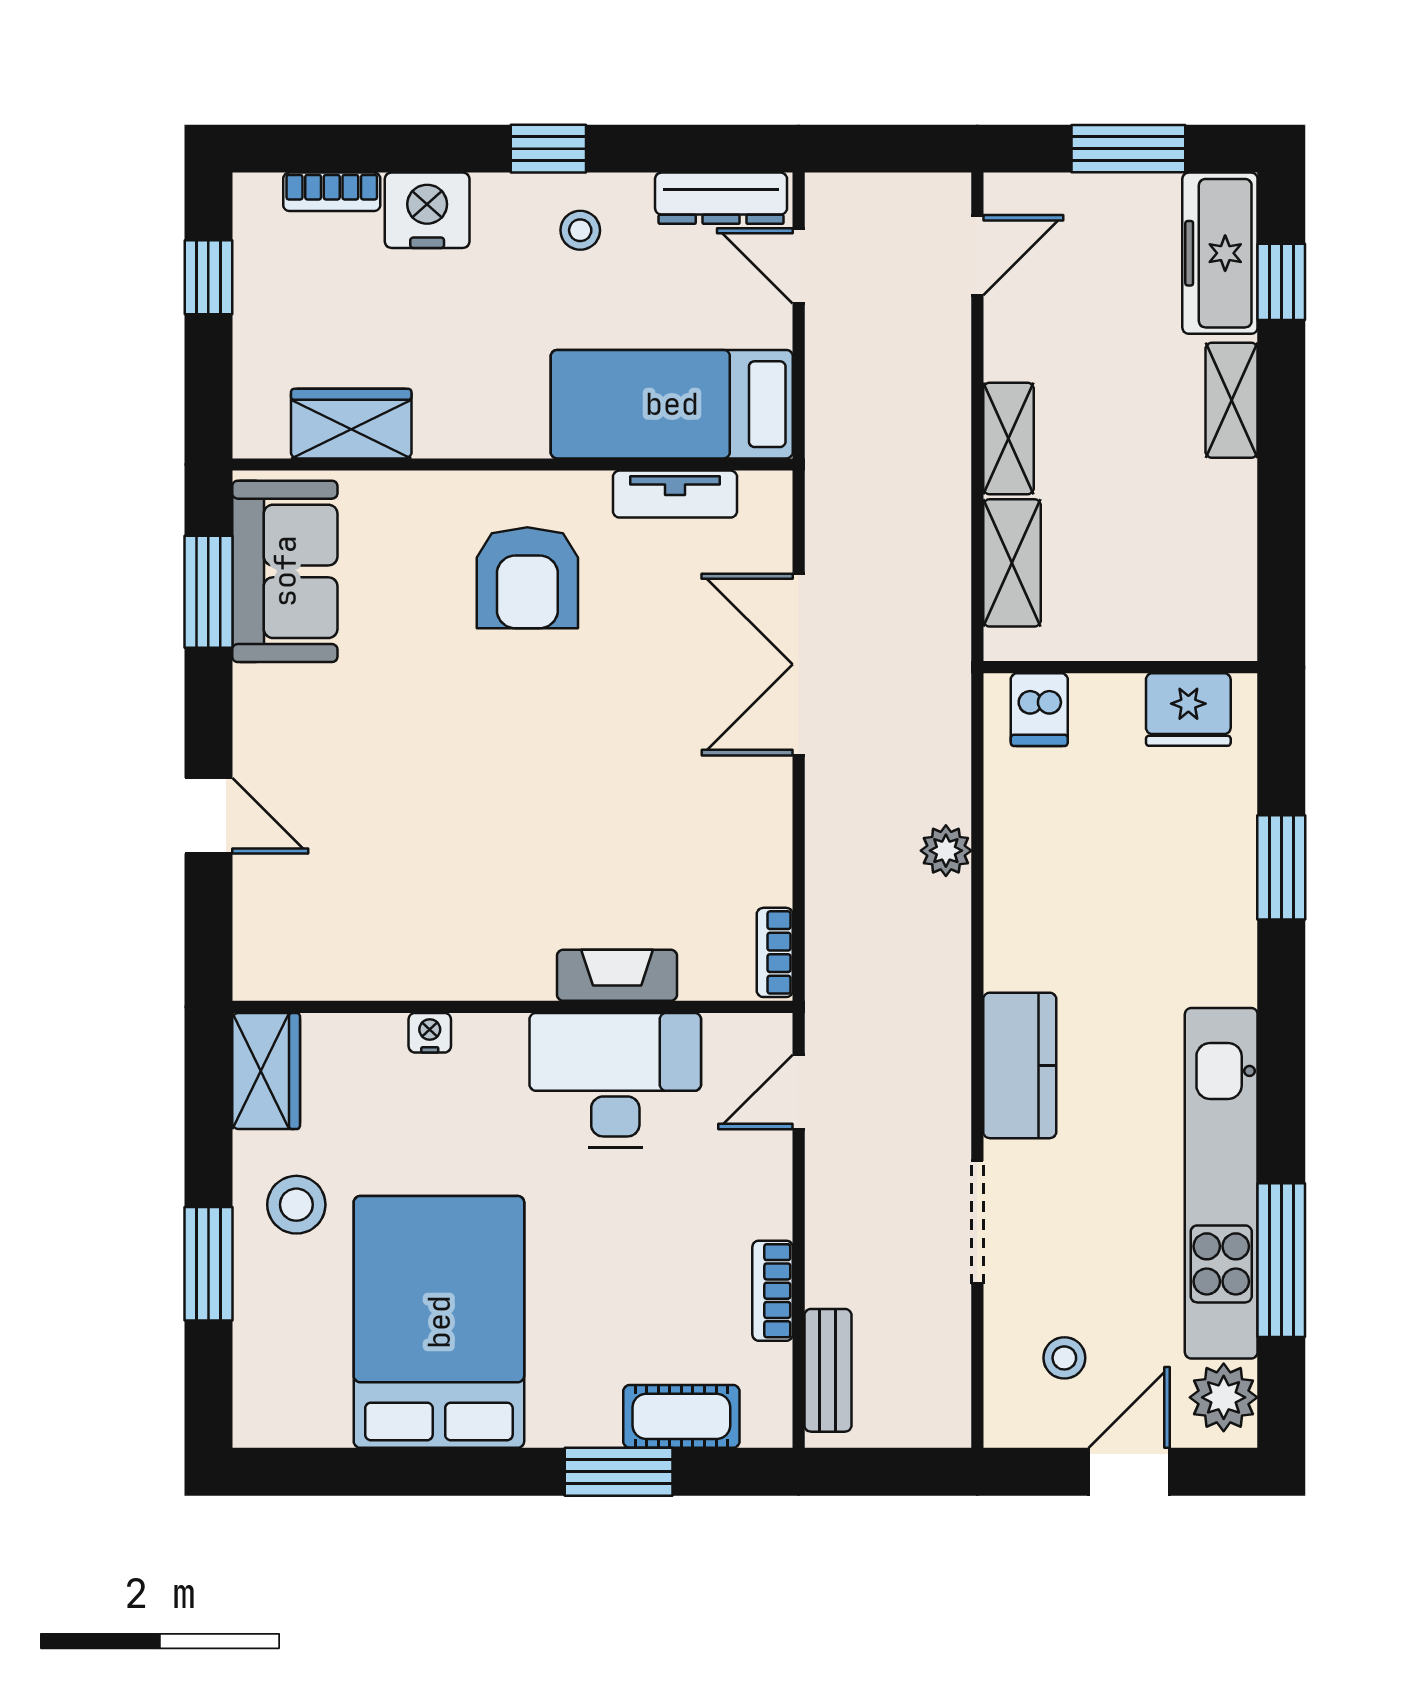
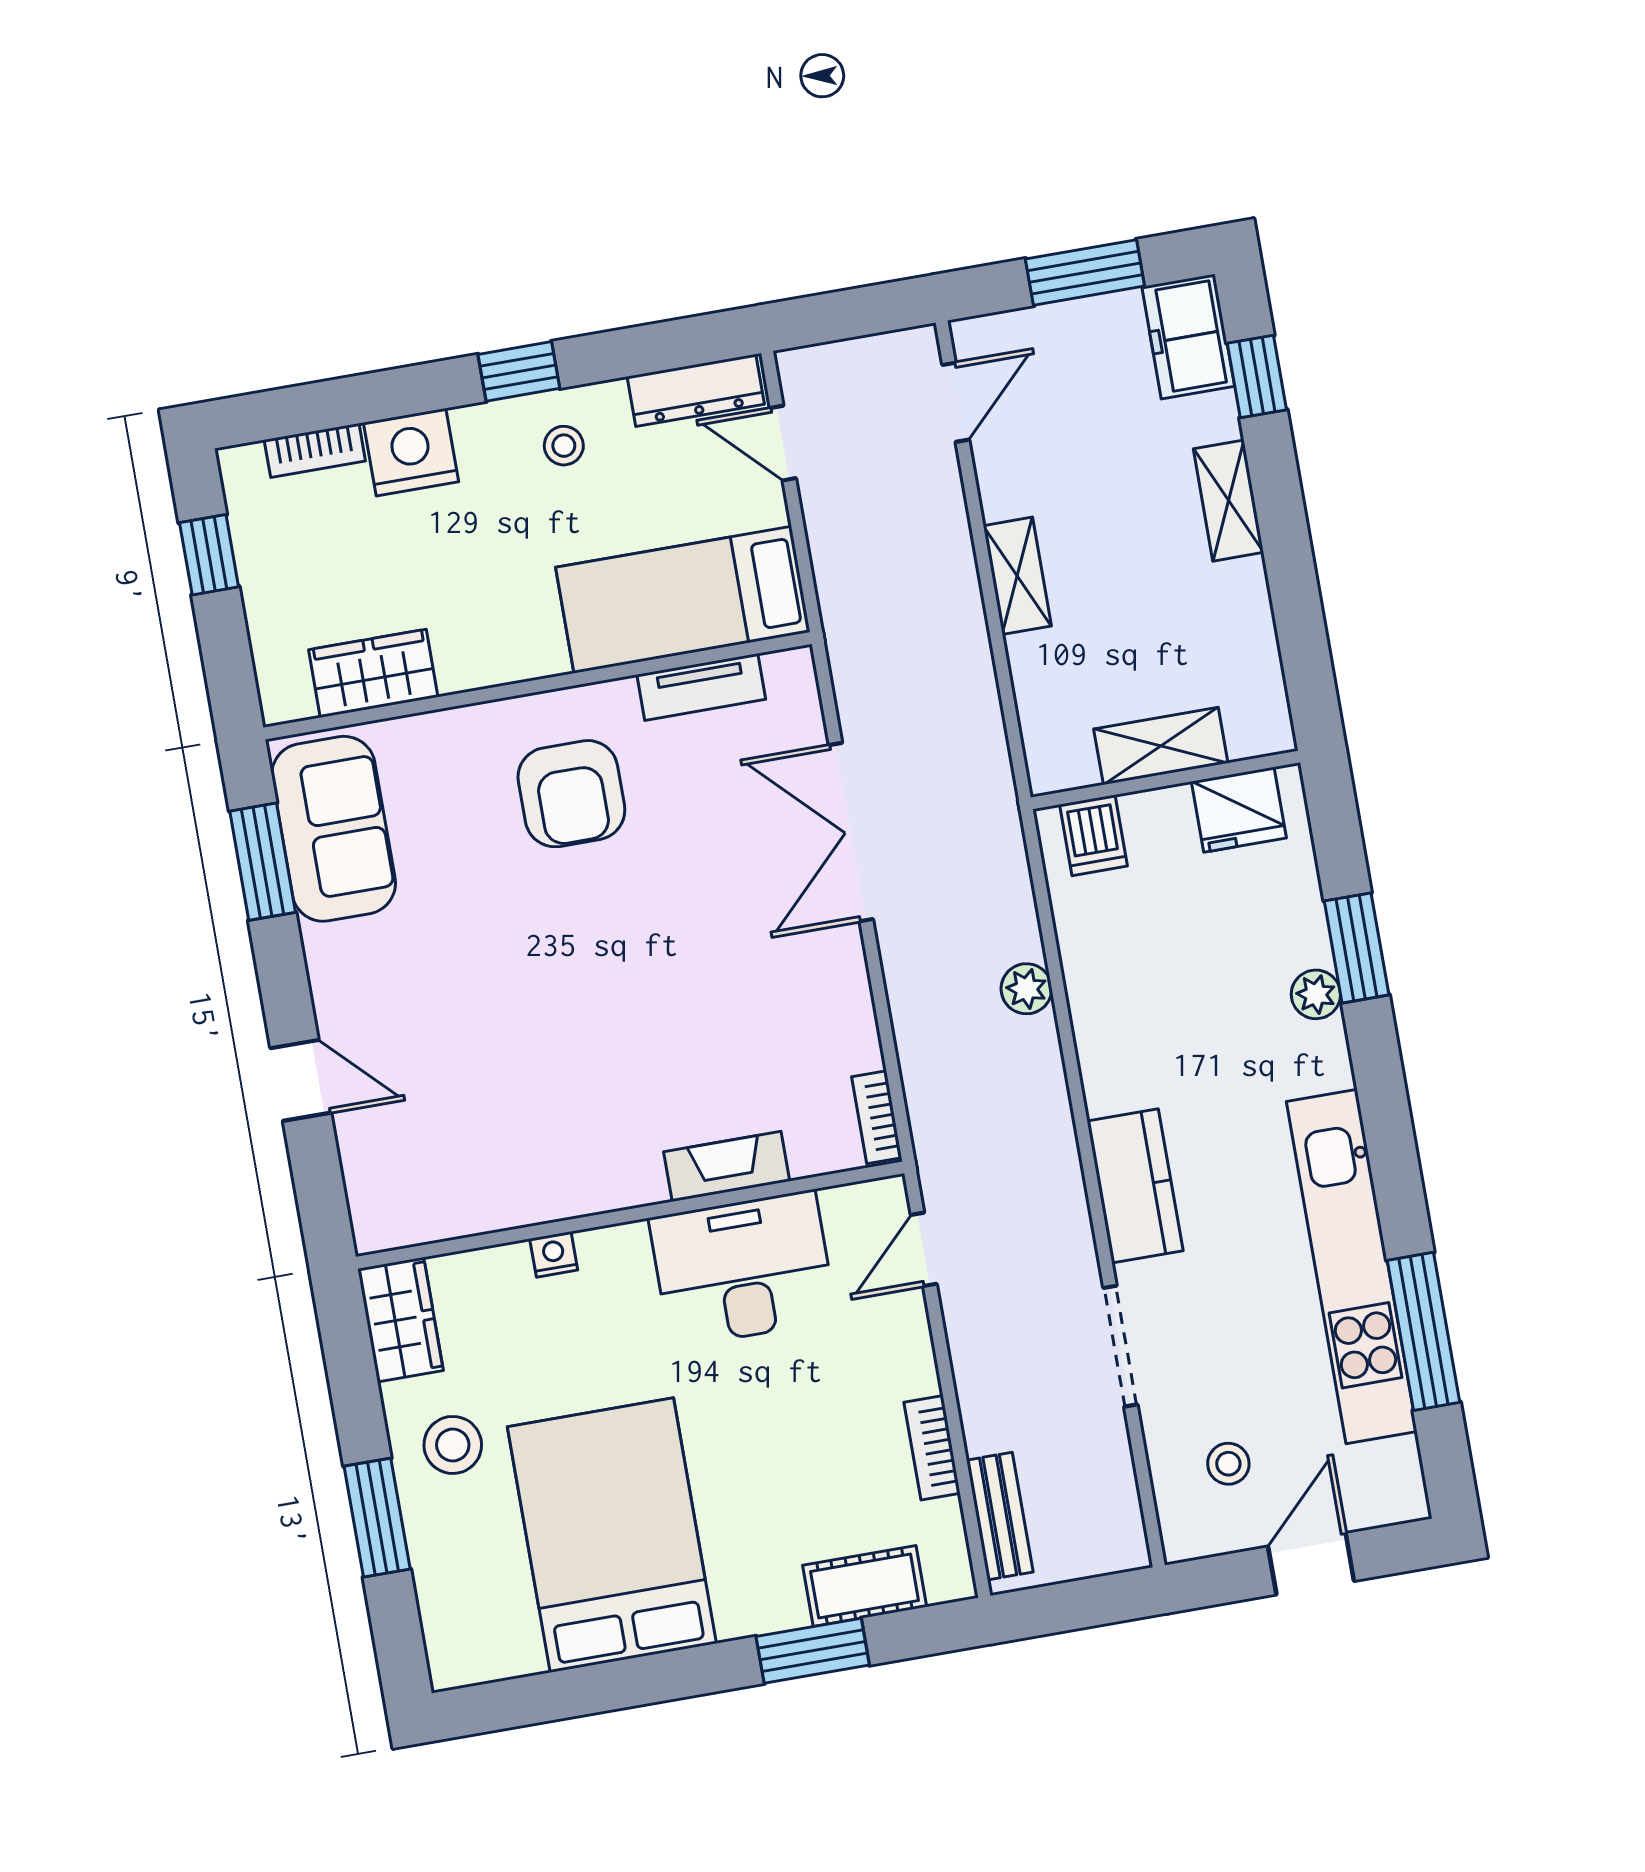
freezer: (1220, 253) -> (1188, 337), width x0.71
shelving: (1012, 563) -> (1161, 746), moved, turned 90
plant: (1224, 1397) -> (1316, 994), moved, width x0.73, depth x0.73

